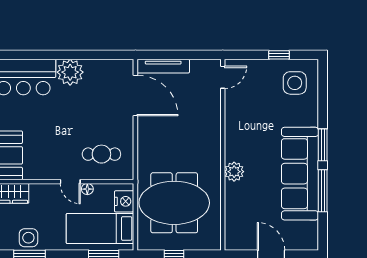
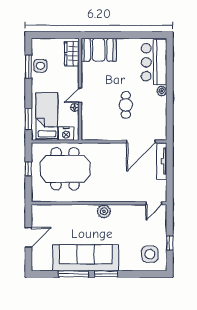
plant: (70, 72) -> (162, 91), width x0.53, depth x0.53
door: (223, 77) -> (154, 203), hinge flipped
cafe table: (101, 154) -> (126, 105), moved
plant: (234, 172) -> (104, 211), moved
meeting table: (174, 203) -> (65, 169), turned 90

